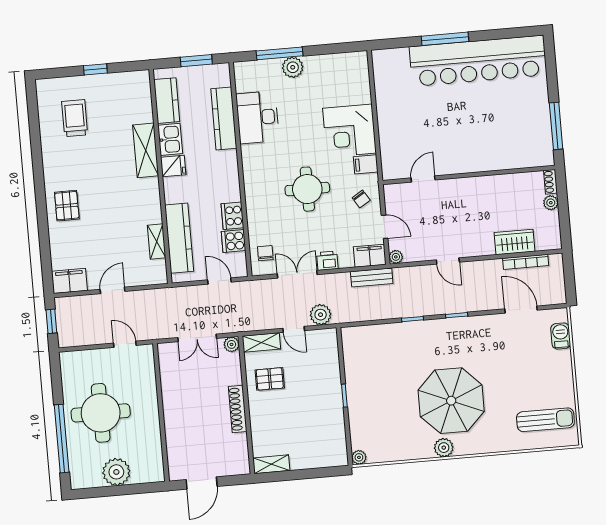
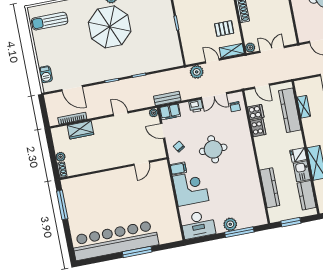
desk: (258, 117) -> (198, 225), moved, turned 90

